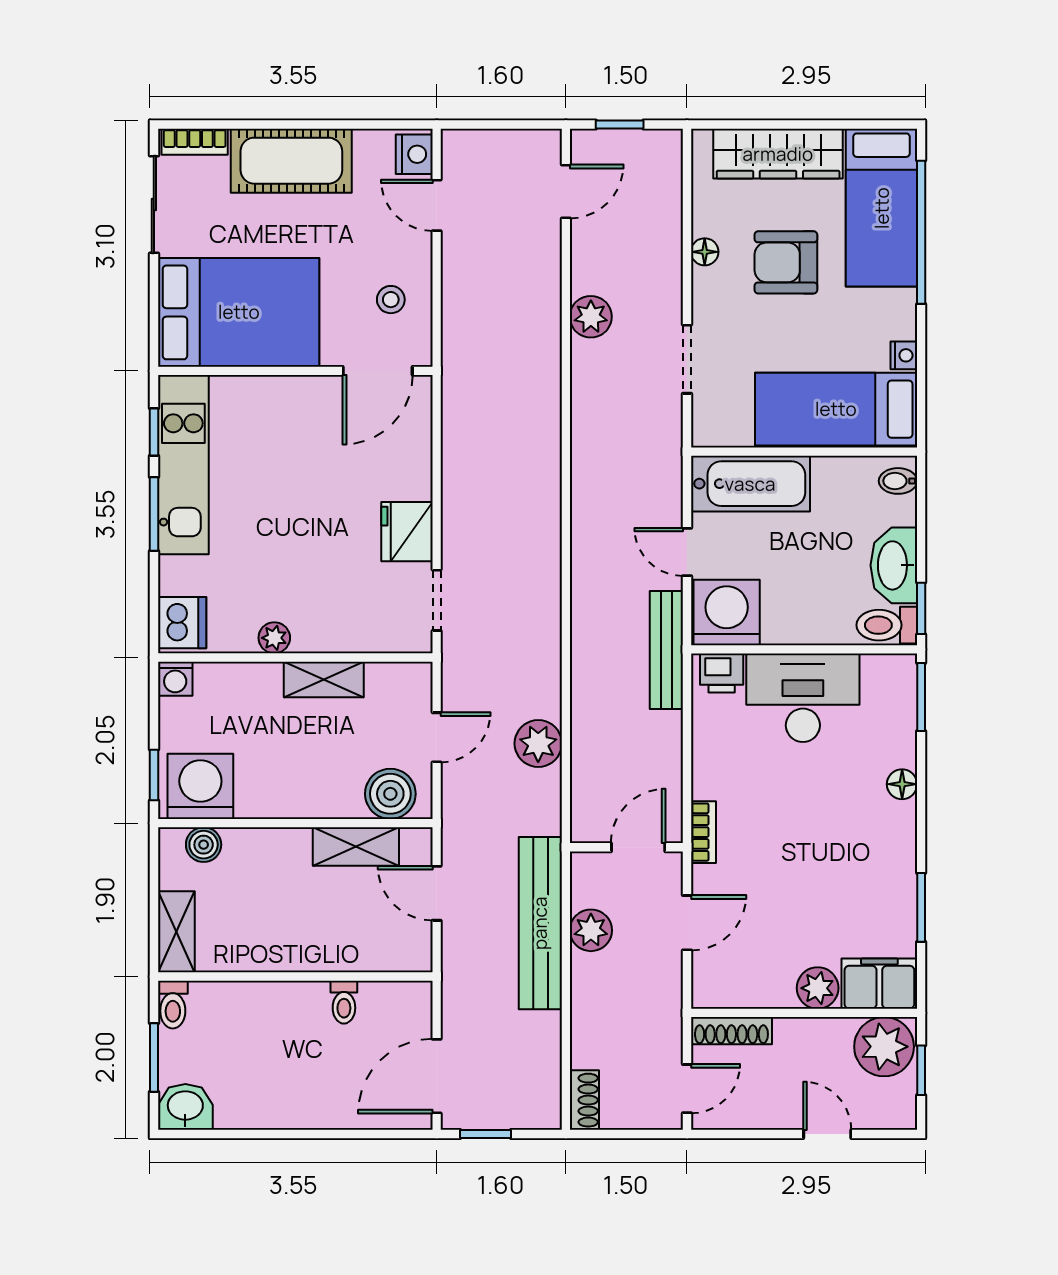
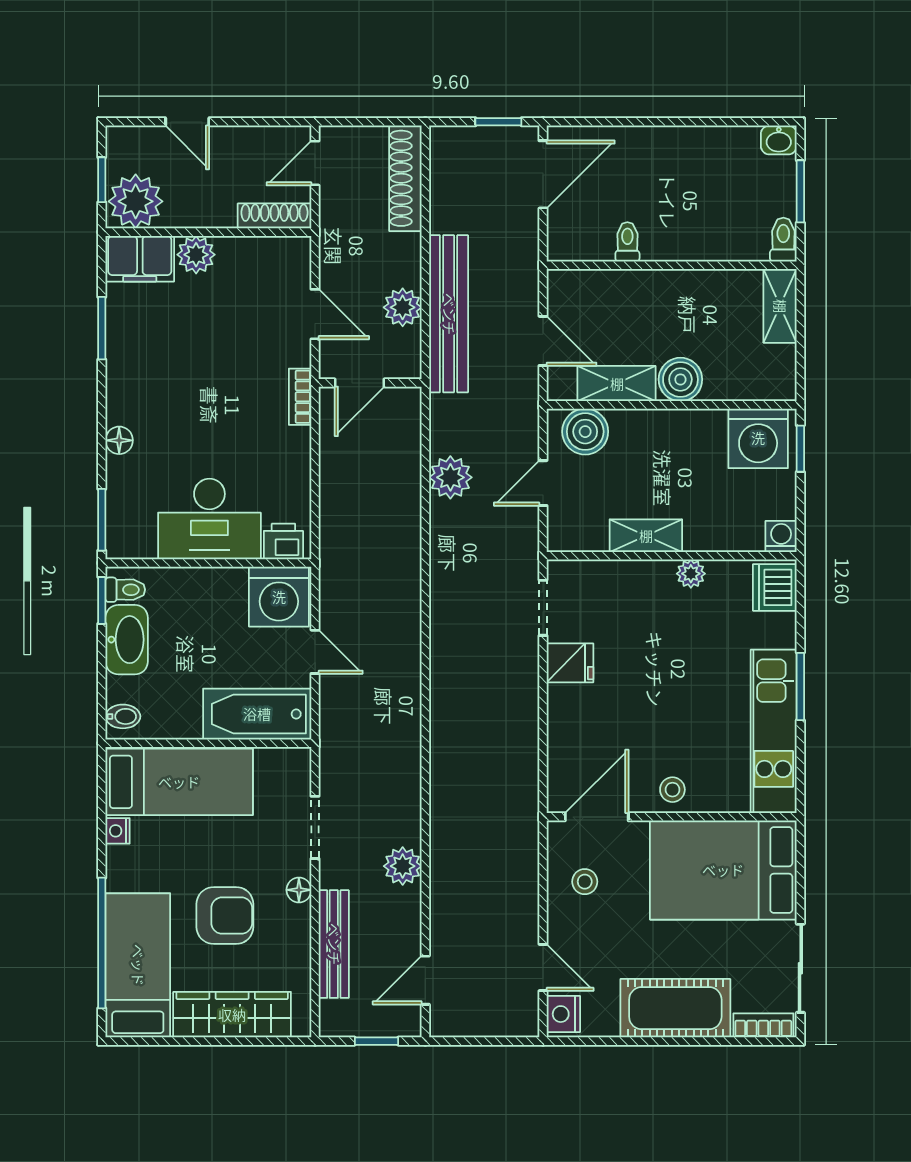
floor lamp: (705, 252) -> (299, 890), moved
stool: (294, 401) -> (672, 790), added
window: (154, 432) -> (800, 761), removed
fridge: (407, 532) -> (570, 663), width x0.72
toilet: (887, 625) -> (125, 590), width x0.73, depth x0.72
bench: (666, 650) -> (334, 944), moved
boiler: (204, 845) -> (680, 379), moved, width x1.36, depth x1.36
door: (687, 923) -> (315, 314), swing flipped
shoe rack: (584, 1100) -> (405, 178), width x1.94, depth x1.24
washbasin: (185, 1107) -> (779, 140), width x0.72, depth x0.69

